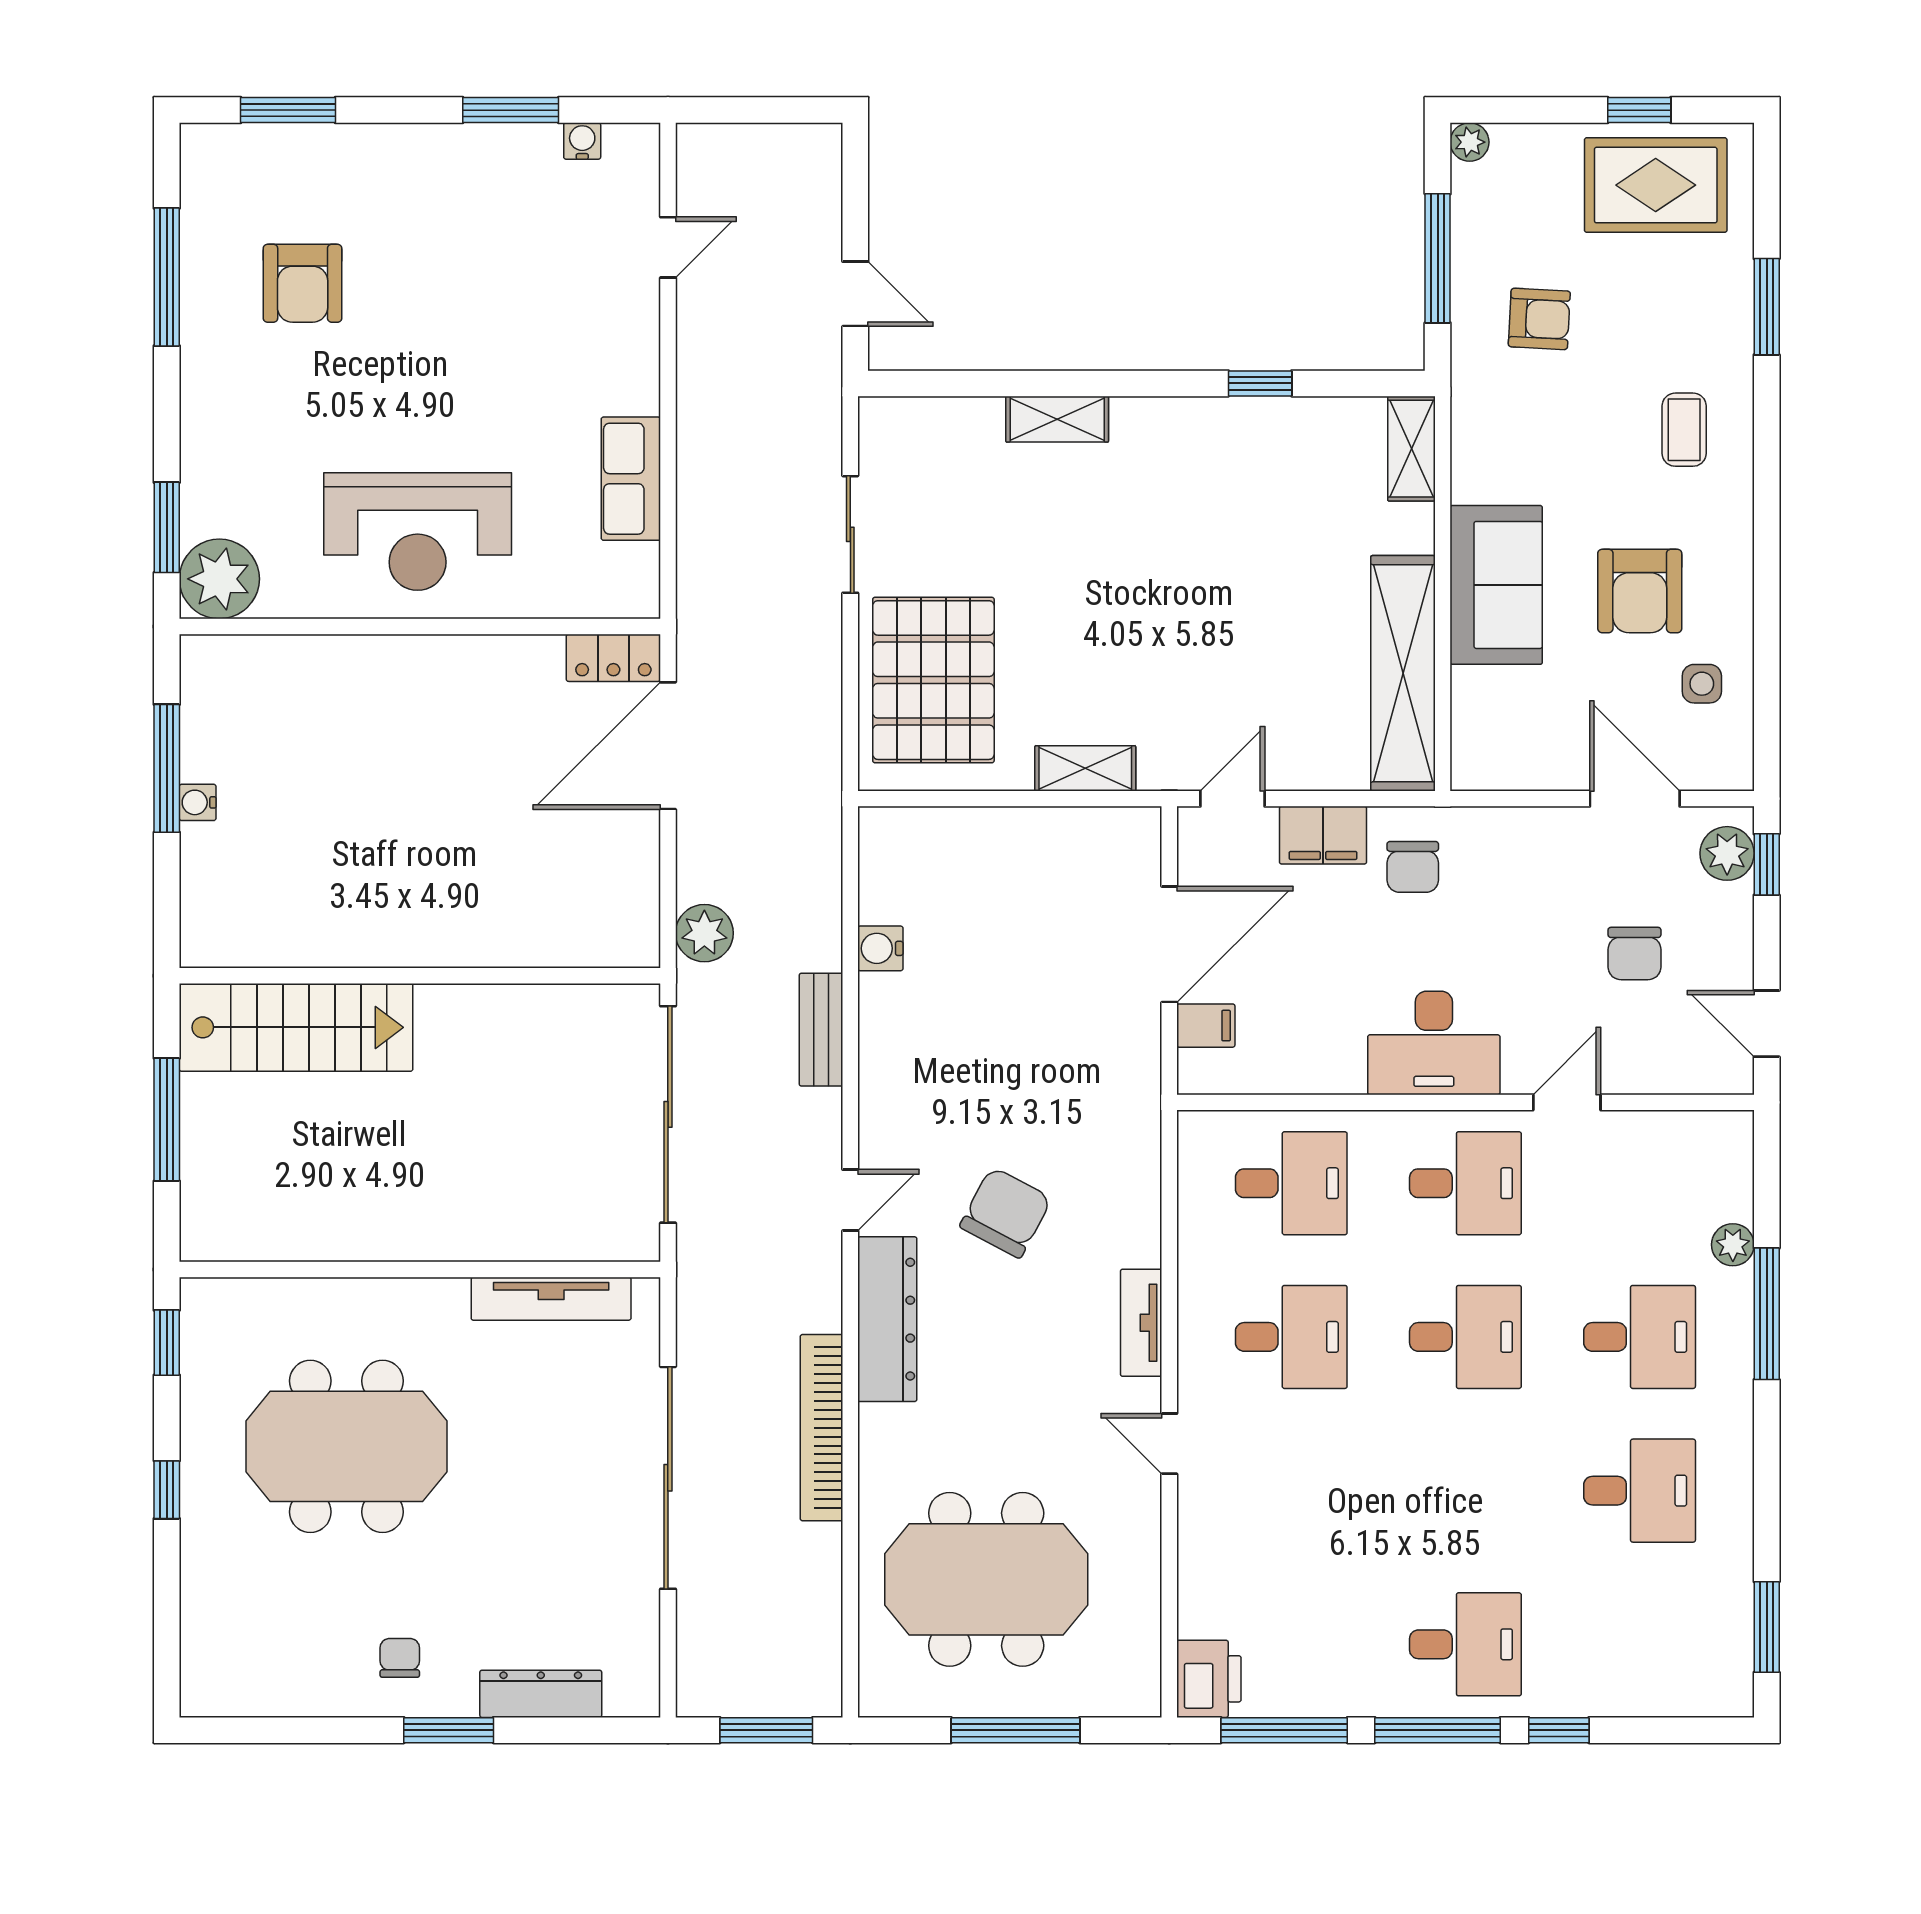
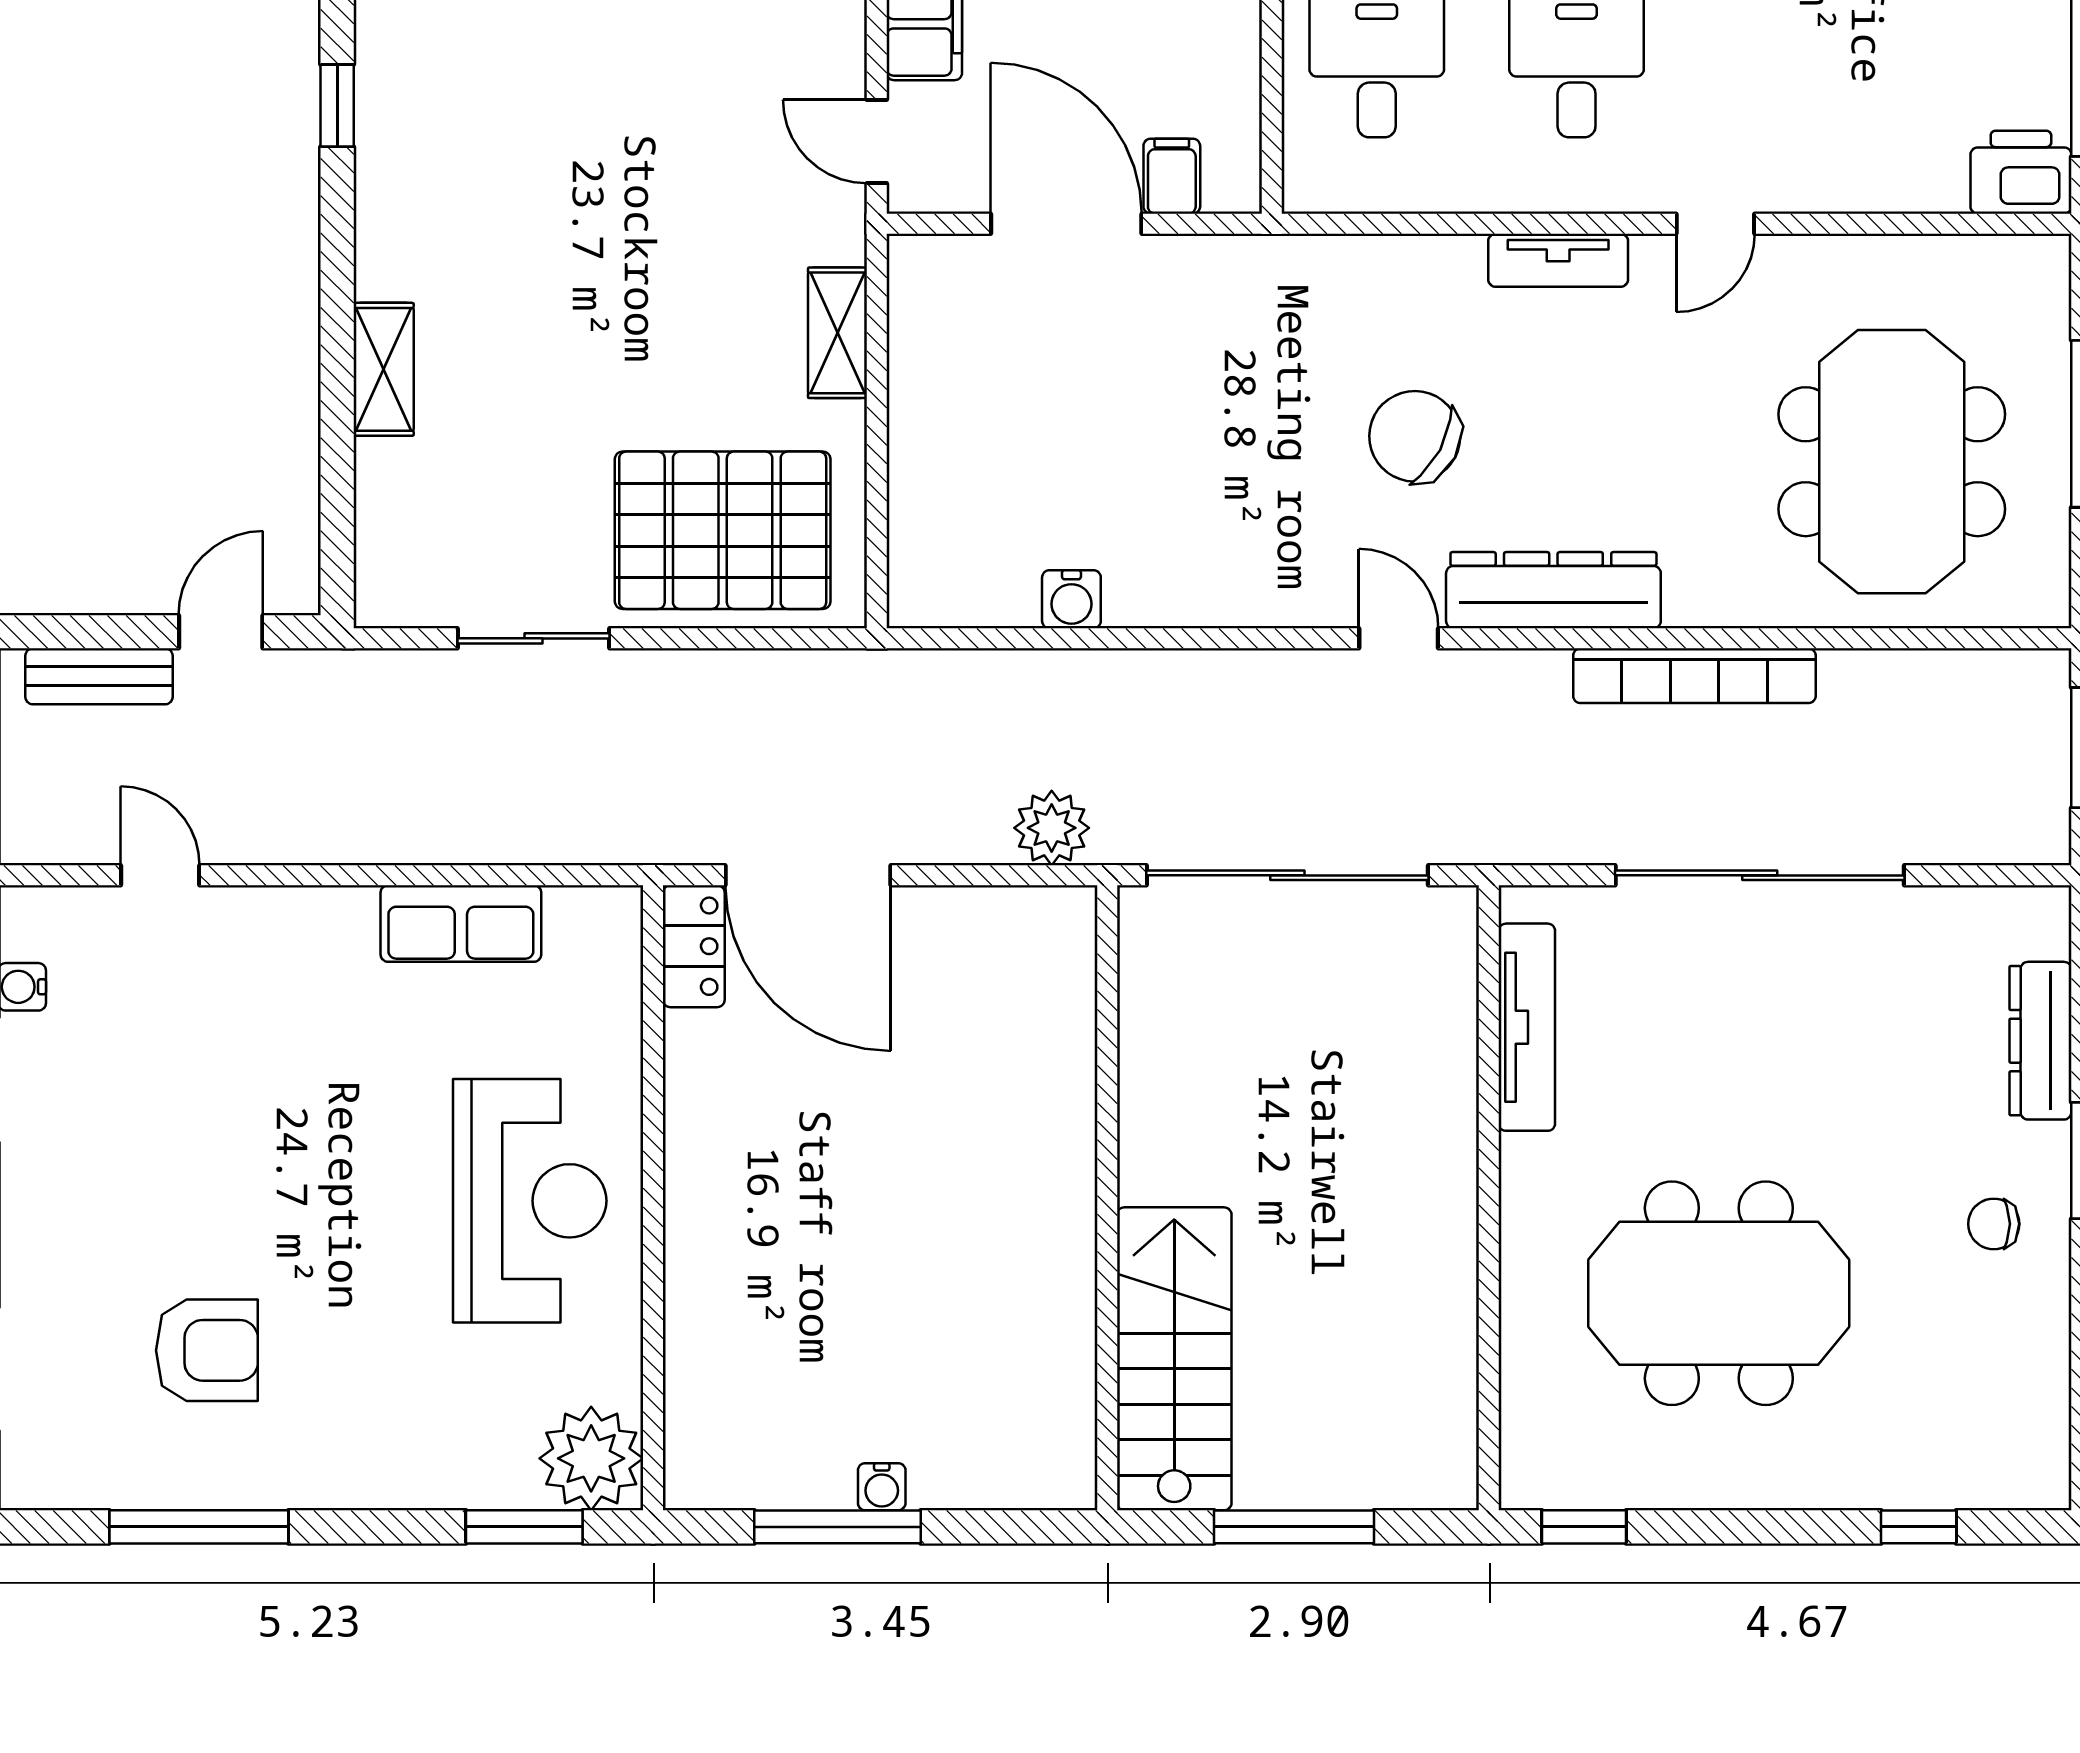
bench: (821, 1030) -> (99, 676), moved
meeting table: (346, 1446) -> (1719, 1293), turned 90
window: (167, 1490) -> (1919, 1527), moved

